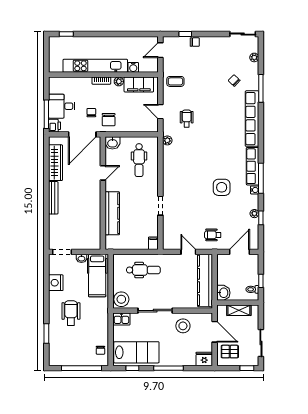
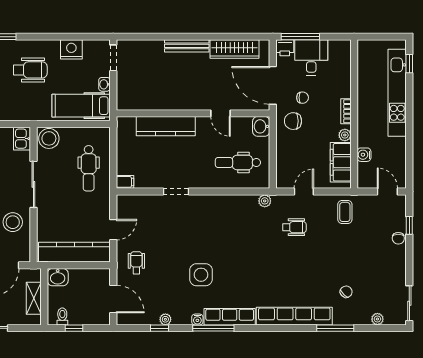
kitchen unit: (95, 66) -> (397, 93), moved, turned 180

